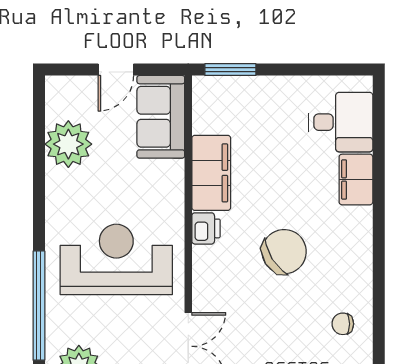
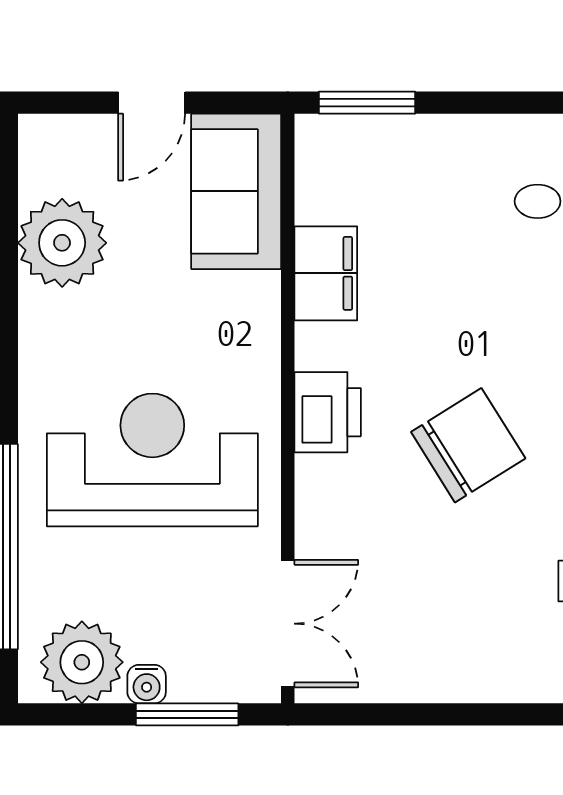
filing cabinet: (211, 173) -> (326, 273), width x0.67, depth x0.86
printer: (206, 228) -> (328, 412), width x1.36, depth x1.24

